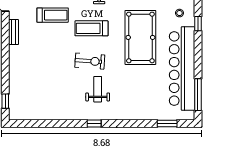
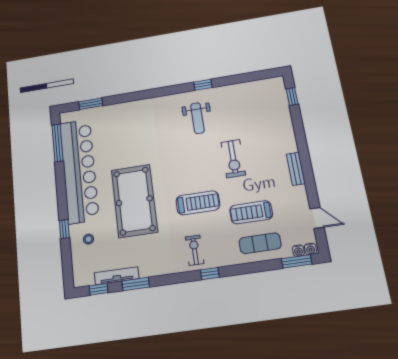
bench: (14, 32) -> (296, 169), moved
exercise bike: (90, 61) -> (233, 159), moved, turned -94
weight bench: (98, 89) -> (197, 118), moved
window: (94, 124) -> (203, 85), moved

